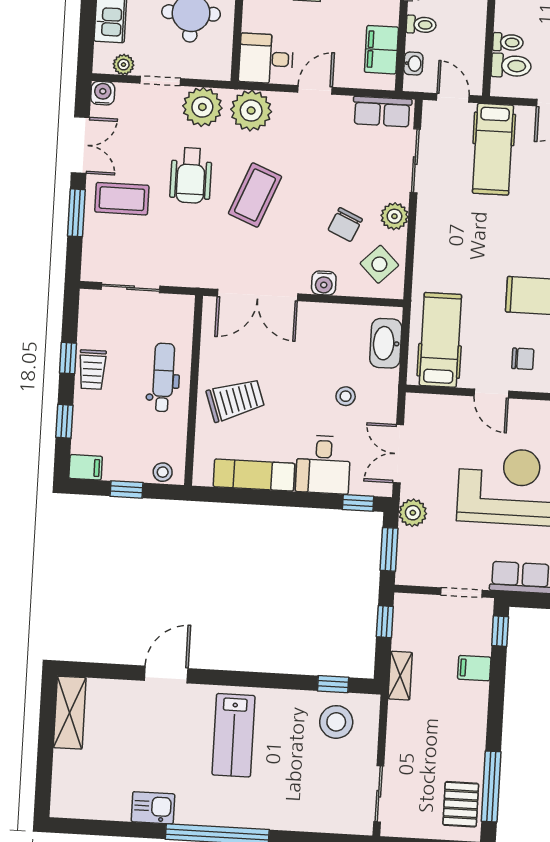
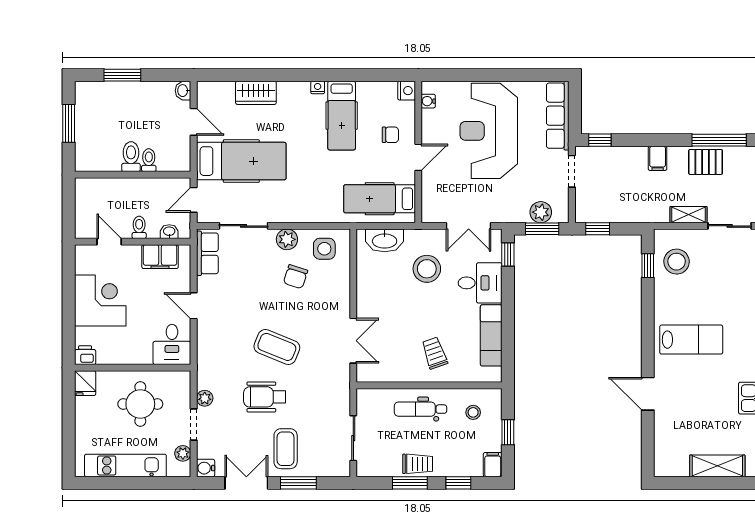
toilet: (511, 66) -> (131, 157), moved
plant: (202, 107) -> (205, 398), width x0.53, depth x0.53
plant: (251, 111) -> (212, 354), removed
hospital bed: (493, 149) -> (241, 161), width x1.37, depth x1.29
wheelchair: (191, 175) -> (265, 397), turned 180
chair: (345, 225) -> (295, 277), turned 84
side table: (379, 264) -> (324, 249), turned 45
water cooler: (324, 283) -> (341, 290), removed
double door: (258, 295) -> (353, 341), width x0.73
window: (68, 358) -> (410, 483), width x1.50
chair: (523, 359) -> (390, 135), turned 90
stool: (346, 396) -> (427, 269), width x1.89, depth x1.89
trolley: (235, 400) -> (434, 353), width x0.73, depth x0.72
stool: (163, 472) -> (473, 412), moved
plant: (413, 513) -> (541, 212), moved
filing cabinet: (474, 668) -> (658, 158), moved
shelving: (400, 676) -> (688, 215), moved
shelving: (70, 713) -> (717, 466), moved
pallet: (461, 804) -> (706, 162), moved

